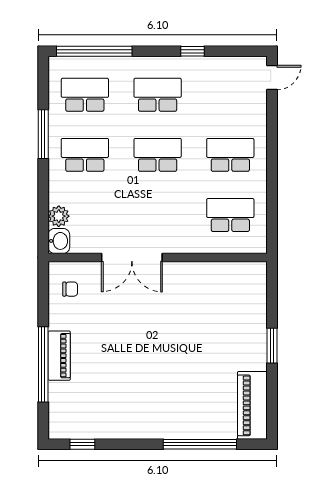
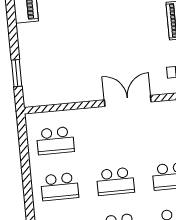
window: (272, 346) -> (17, 73), moved

